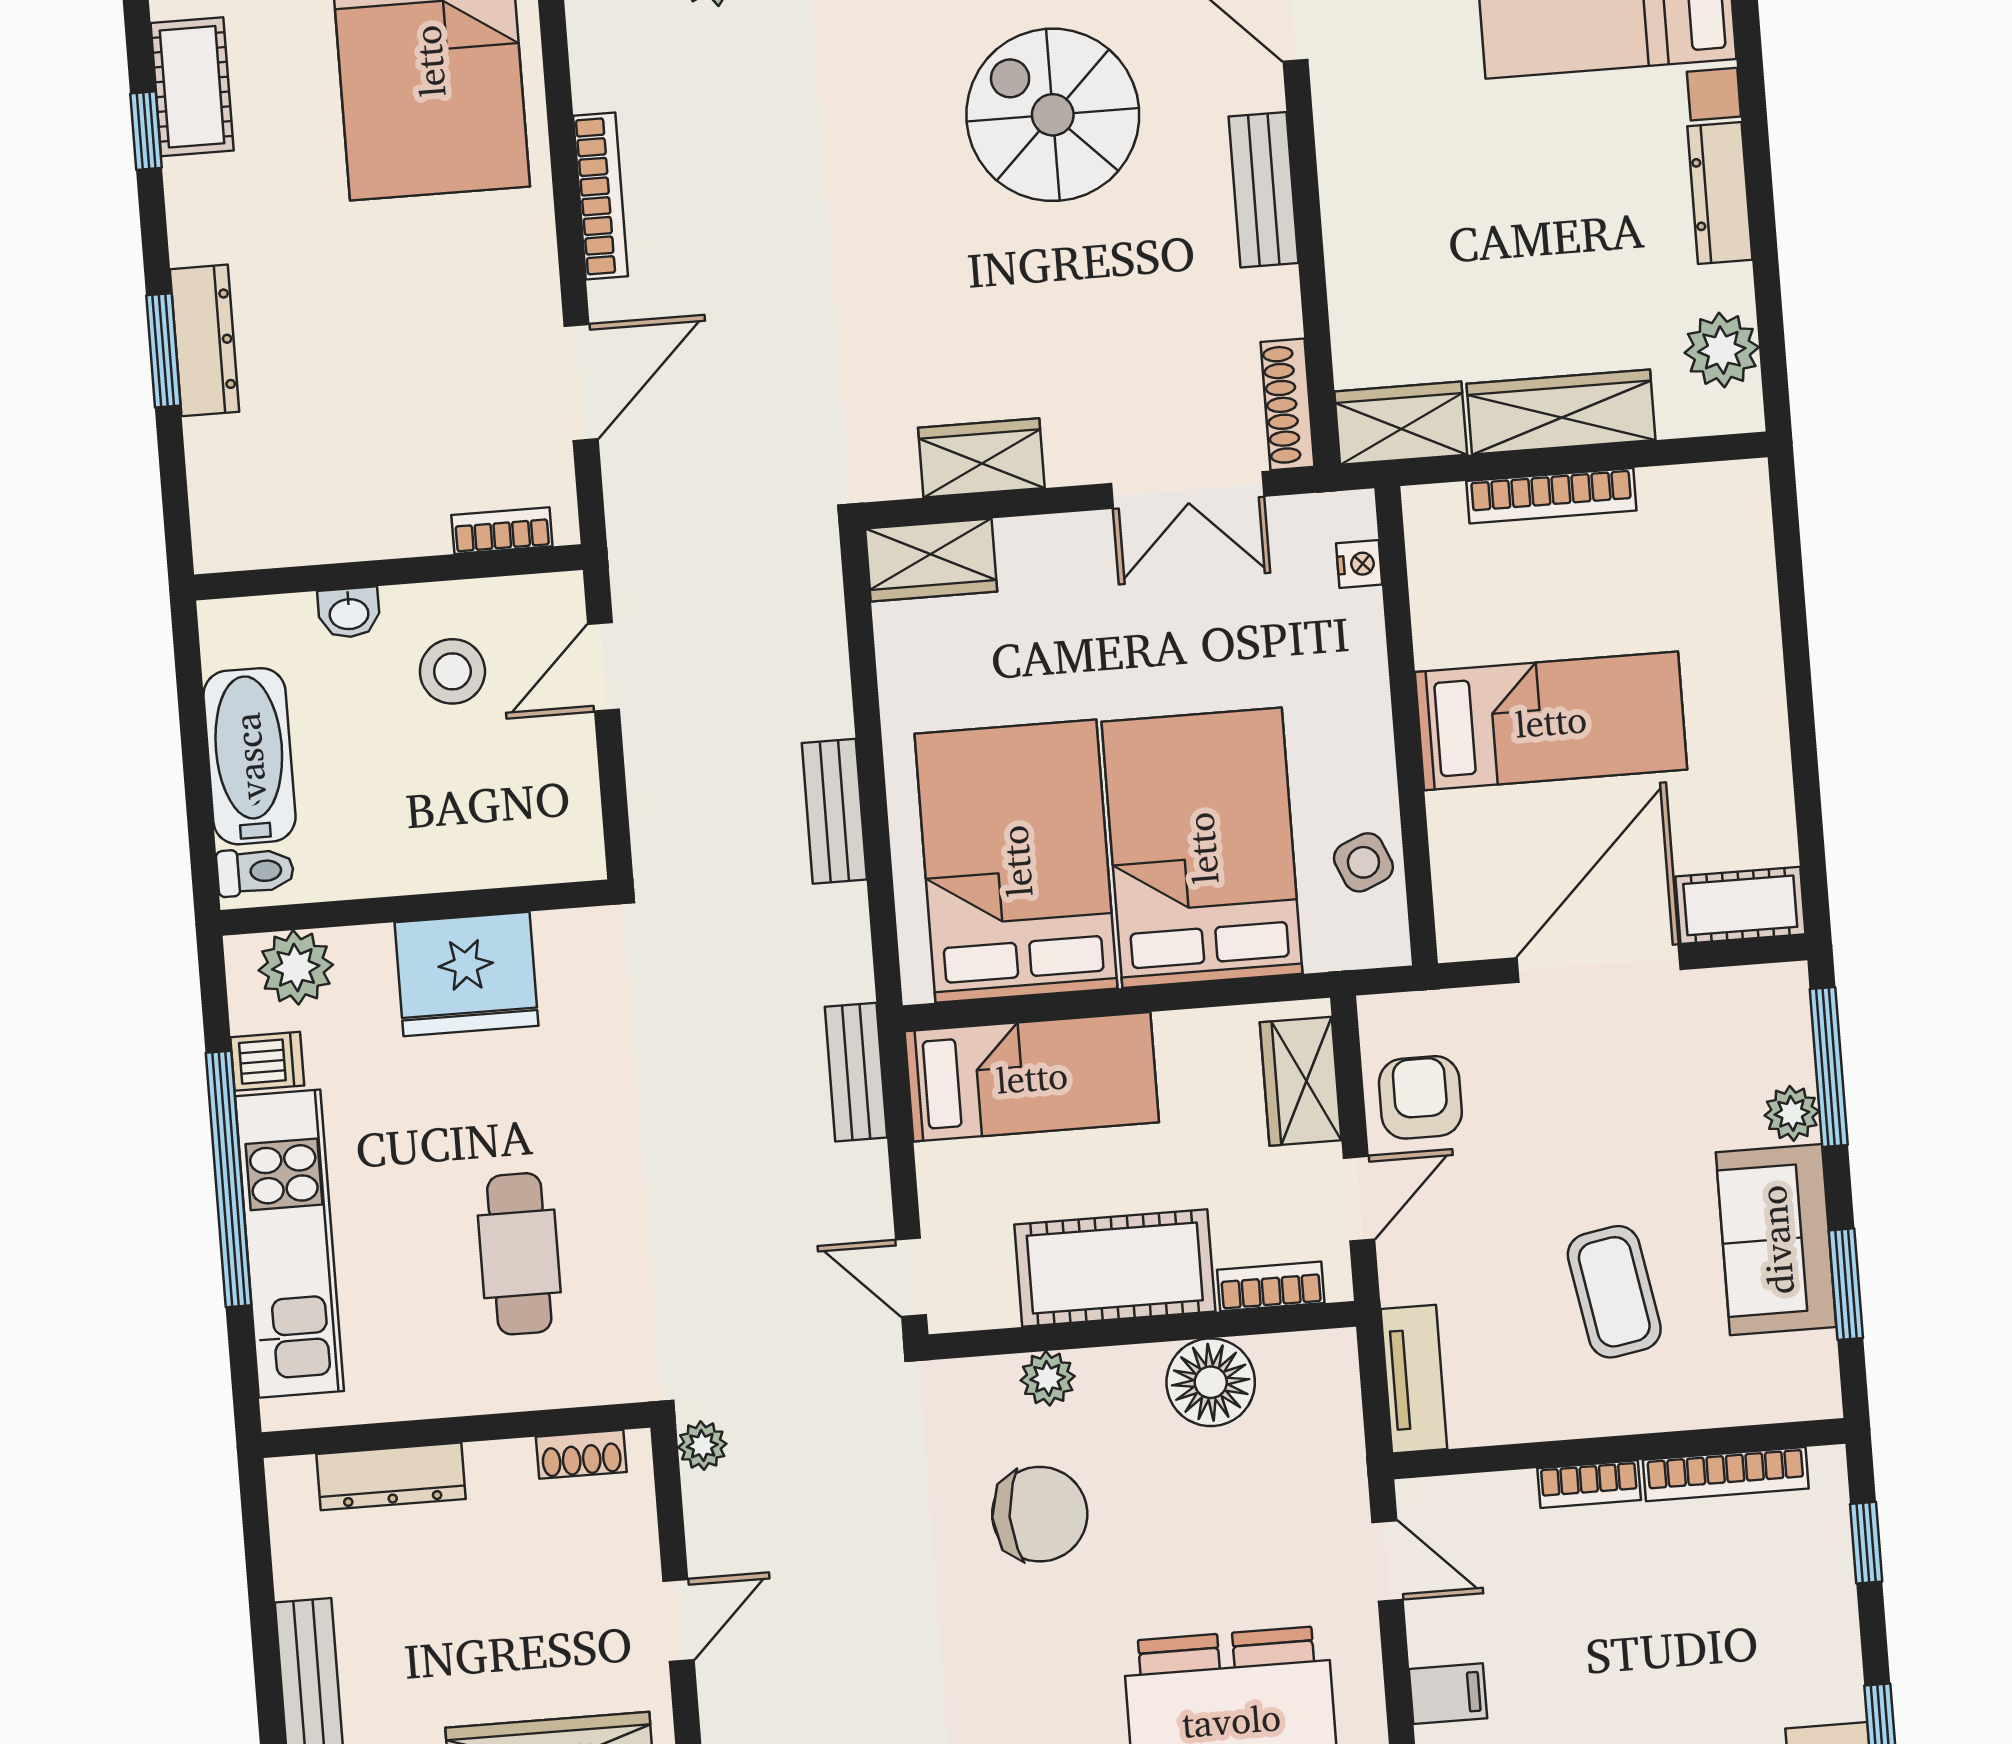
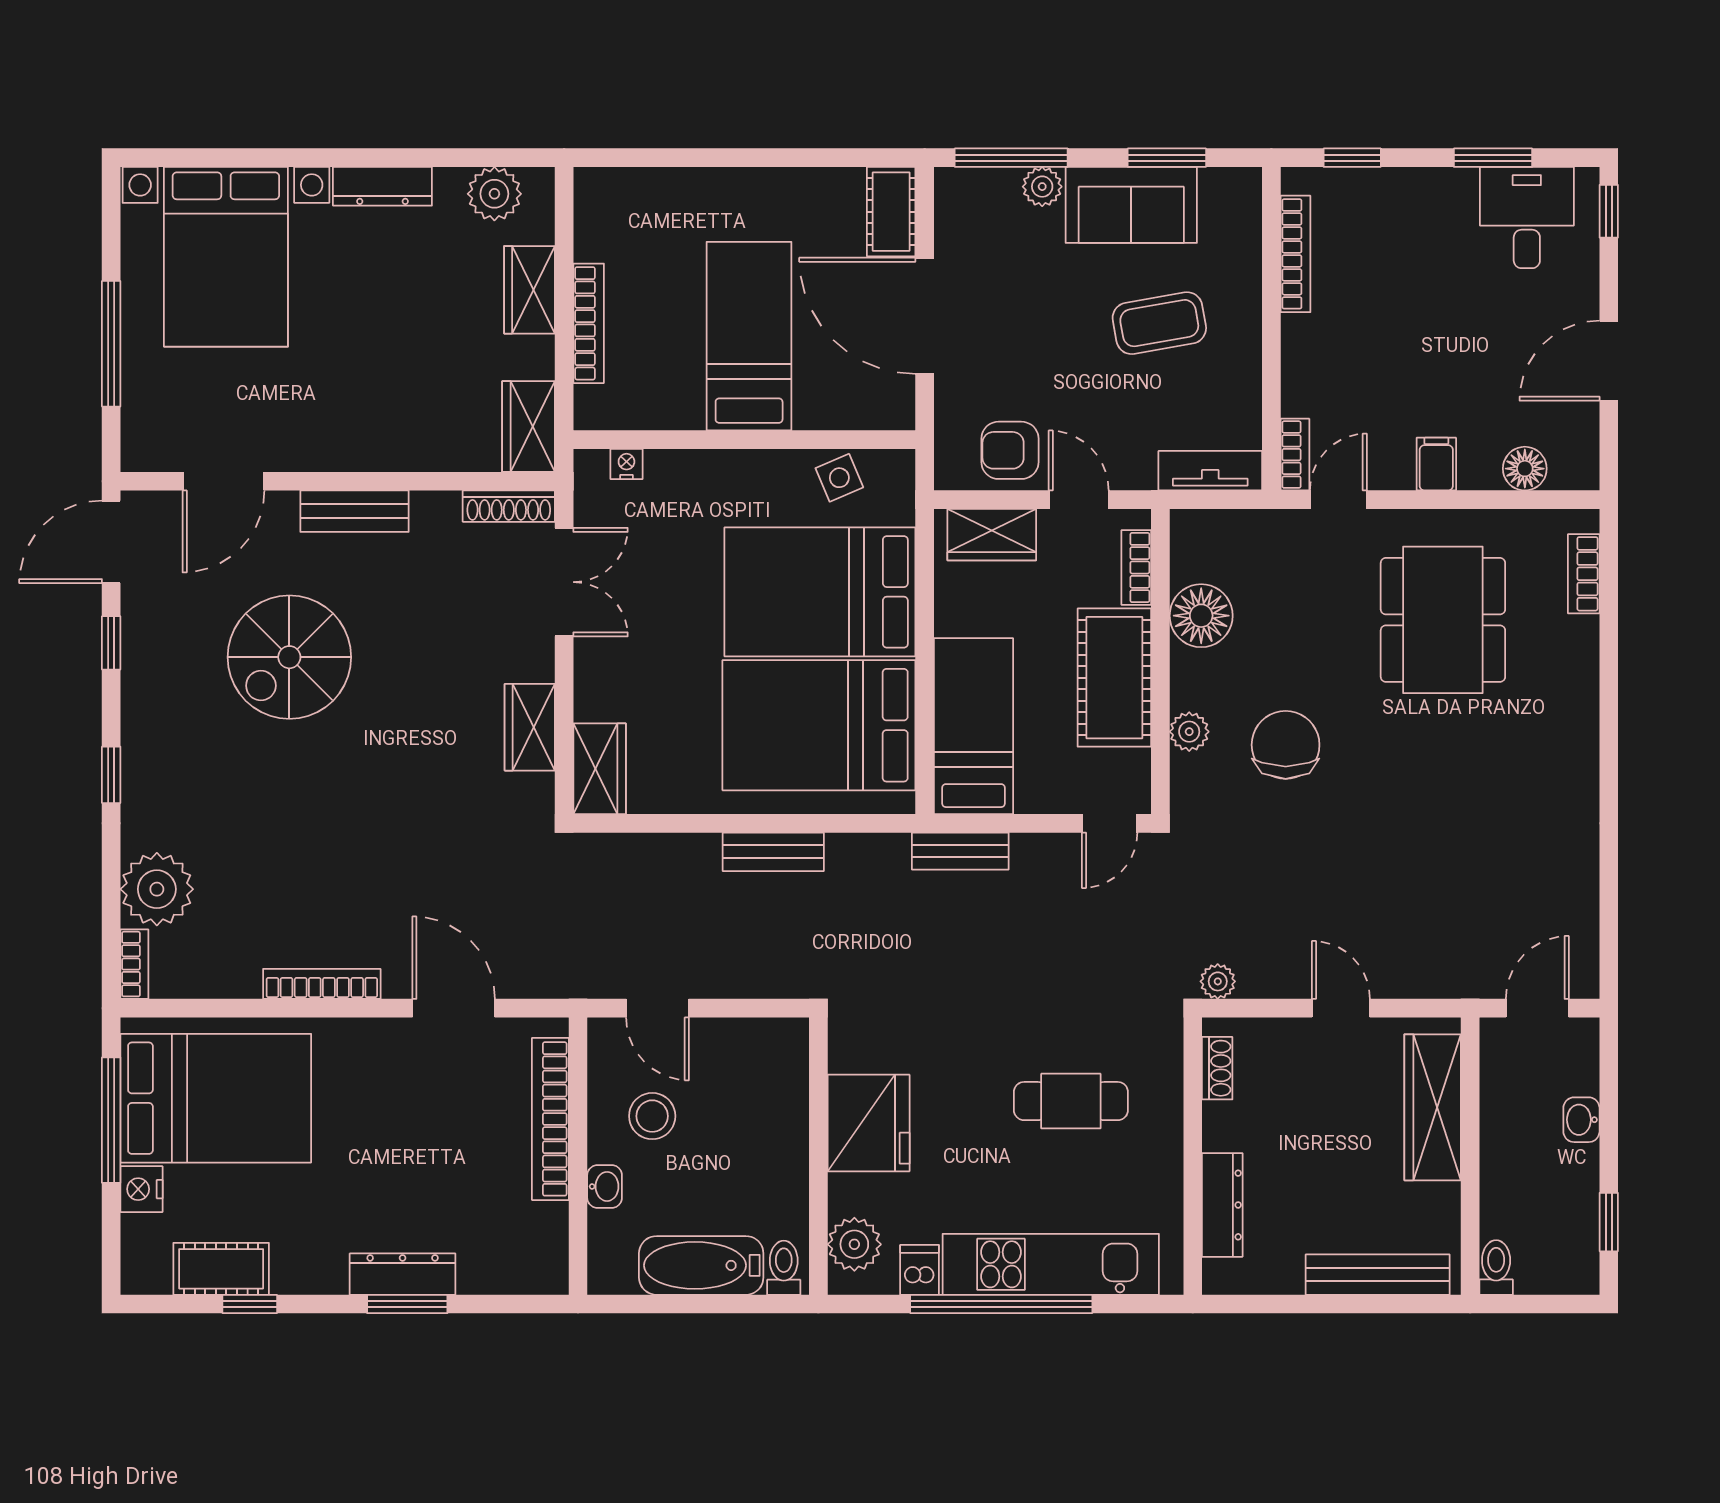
wardrobe: (1561, 412) -> (529, 290), width x0.67
bookcase: (502, 531) -> (550, 1119), width x2.31, depth x1.31
bookcase: (1589, 1484) -> (1295, 455), moved

